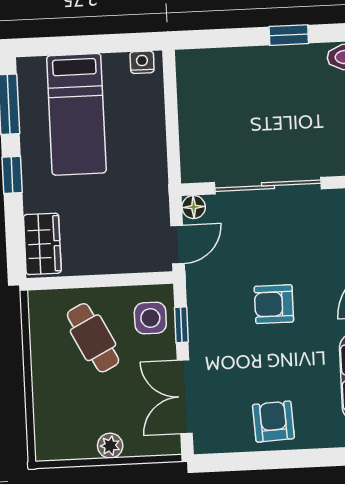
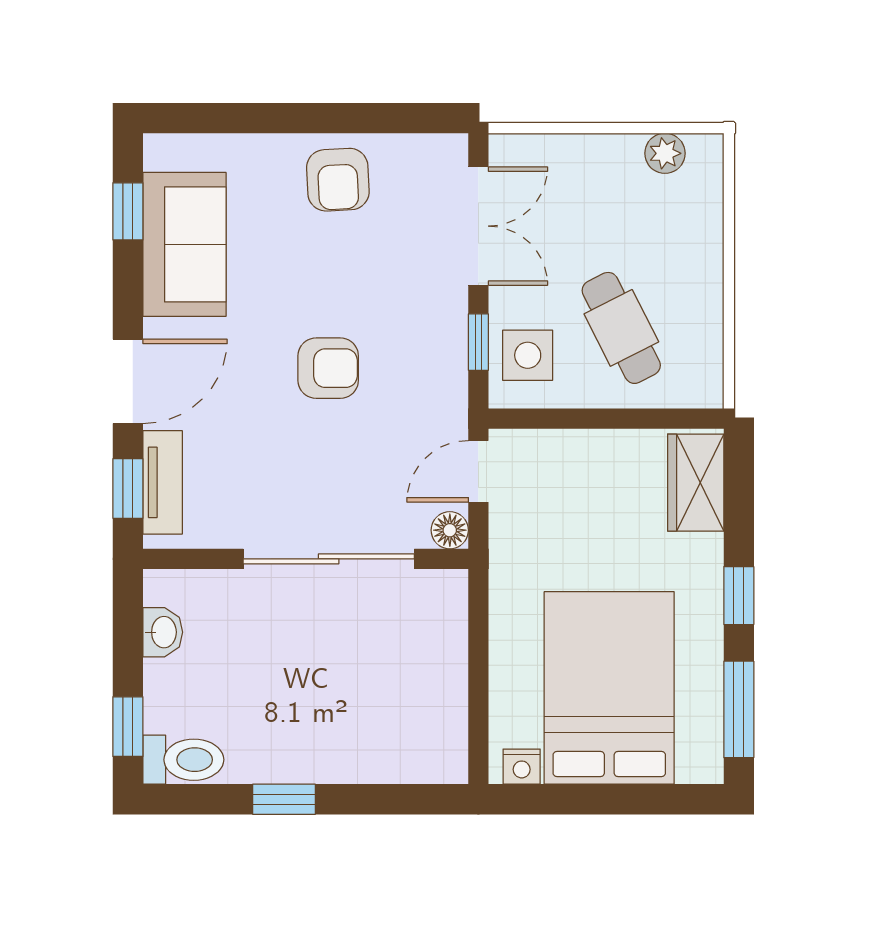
bed: (76, 114) -> (609, 688), width x1.50
plant: (110, 446) -> (665, 153), moved

